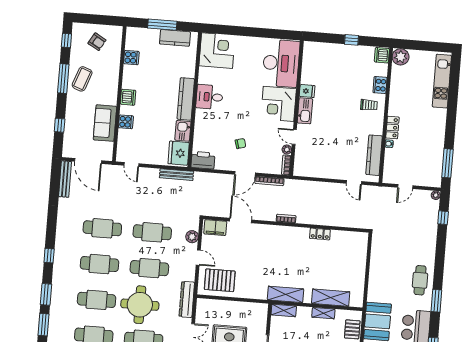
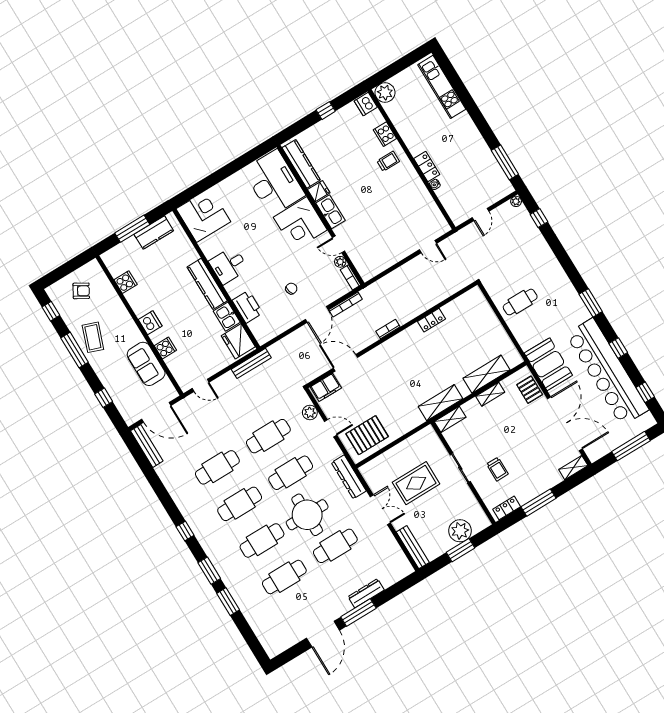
kitchen counter: (374, 155) -> (301, 164), moved, turned 180
printer: (203, 160) -> (247, 307), moved, turned 90
cafe table: (420, 280) -> (520, 302), moved, turned 90

